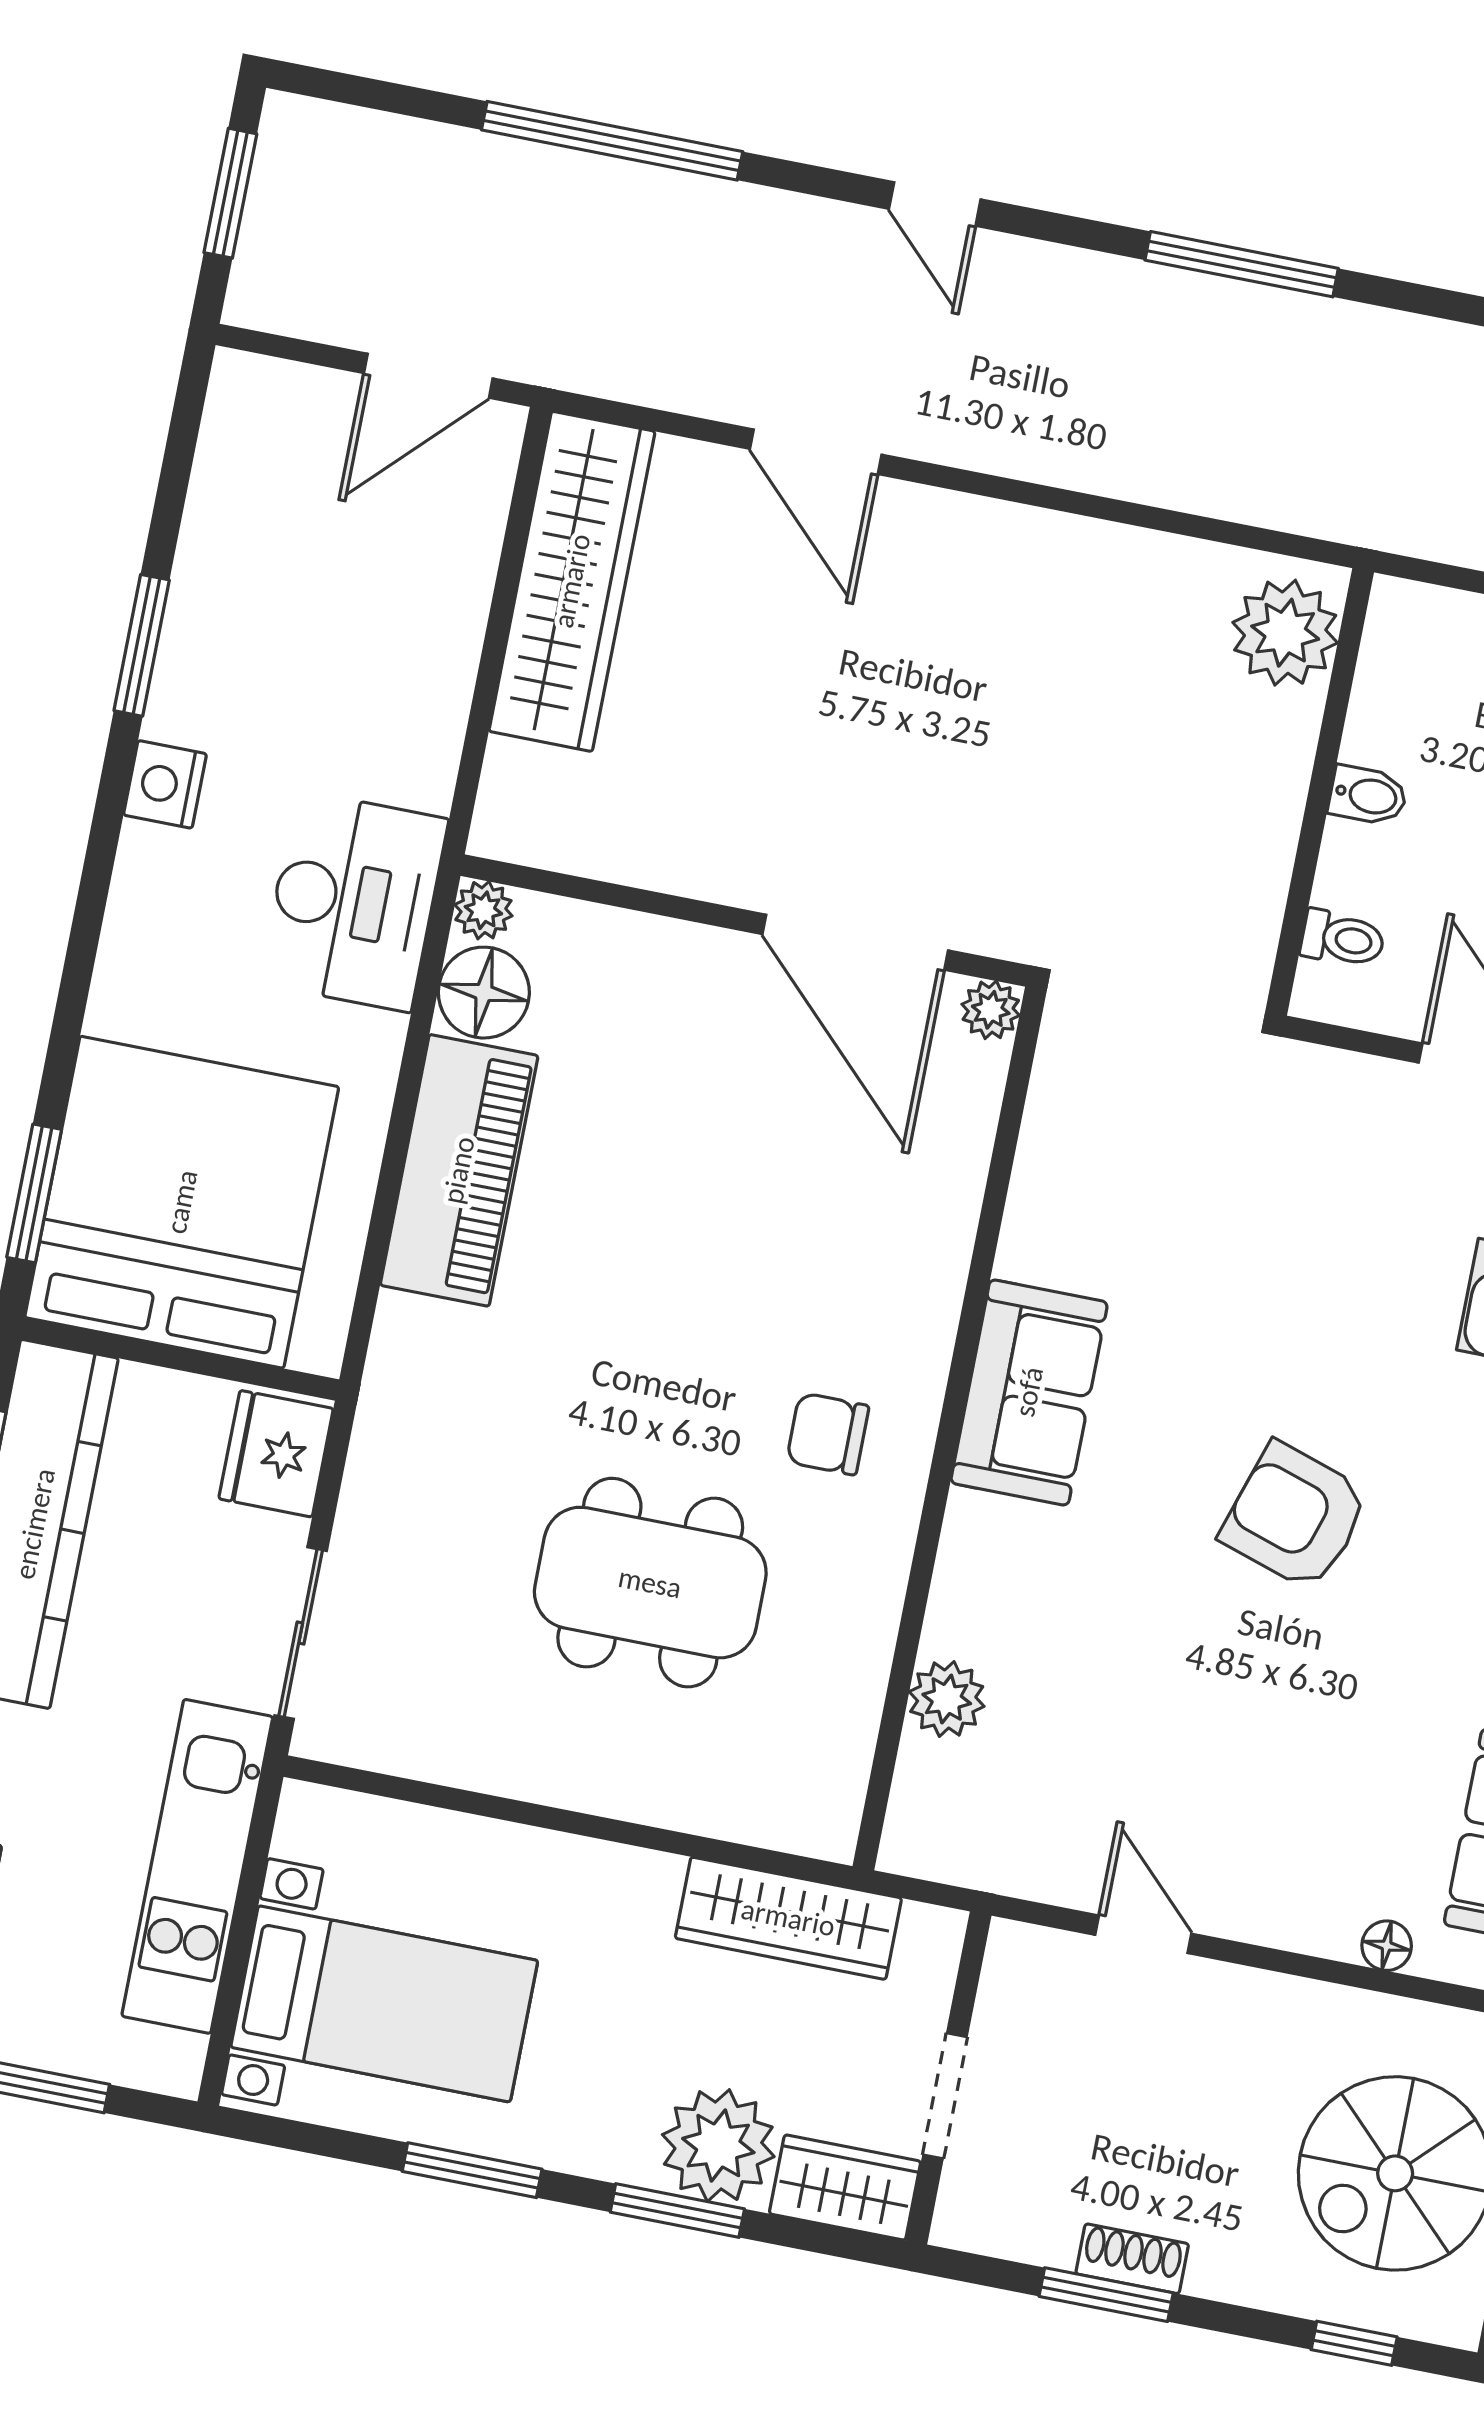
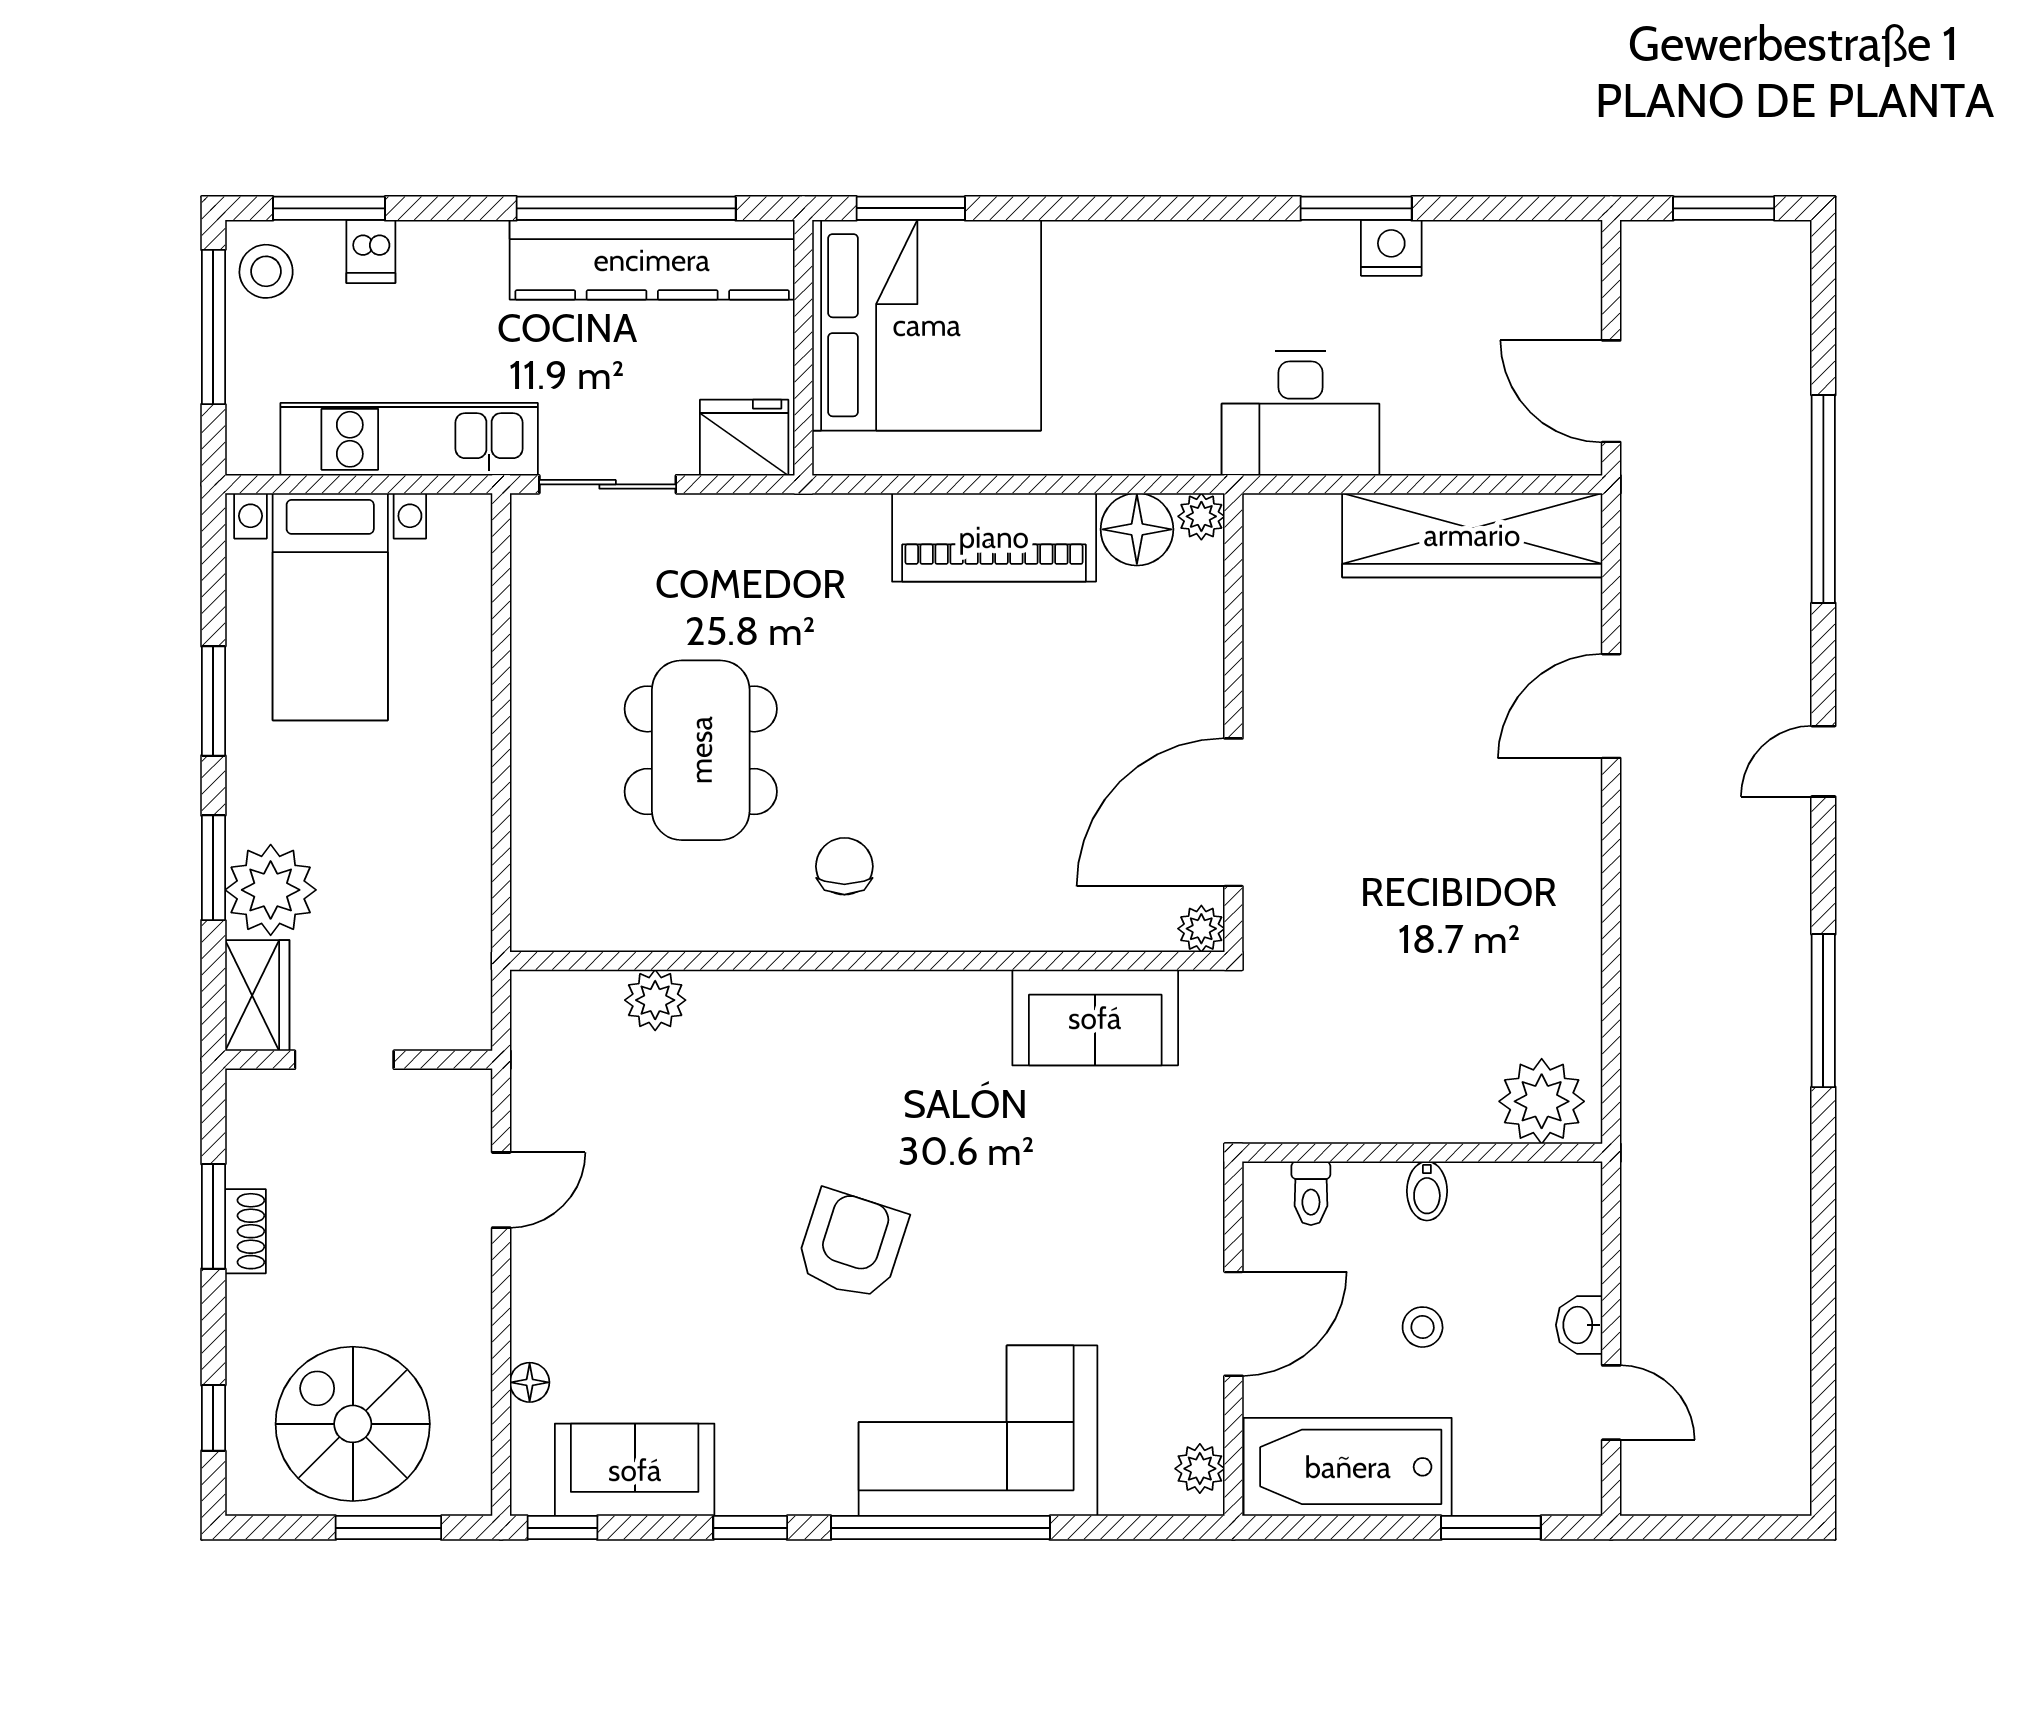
nightstand: (165, 784) -> (1391, 248), moved
desk: (354, 901) -> (1301, 414), moved
sofa: (1029, 1392) -> (1095, 1018), moved
wardrobe: (788, 1918) -> (459, 910), removed

